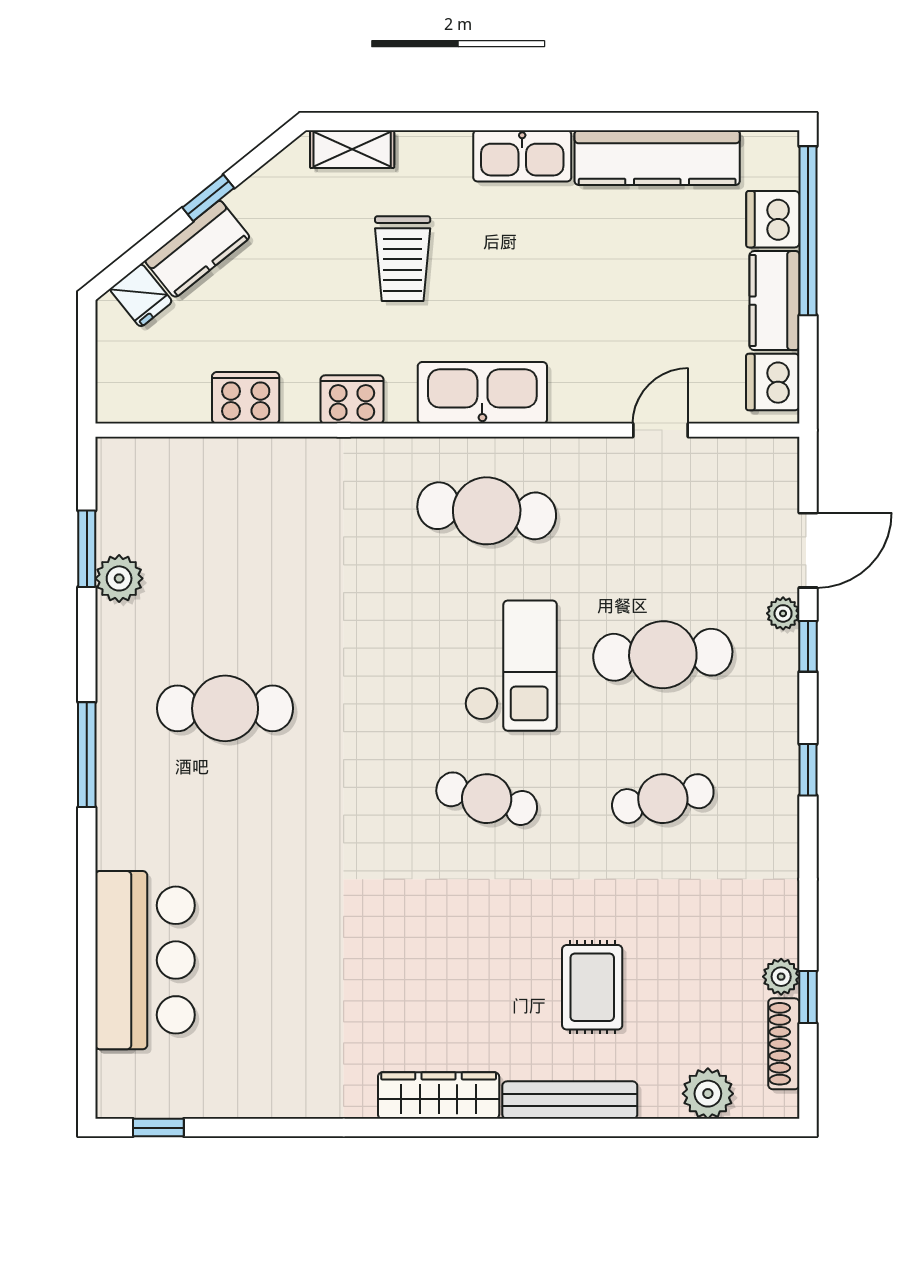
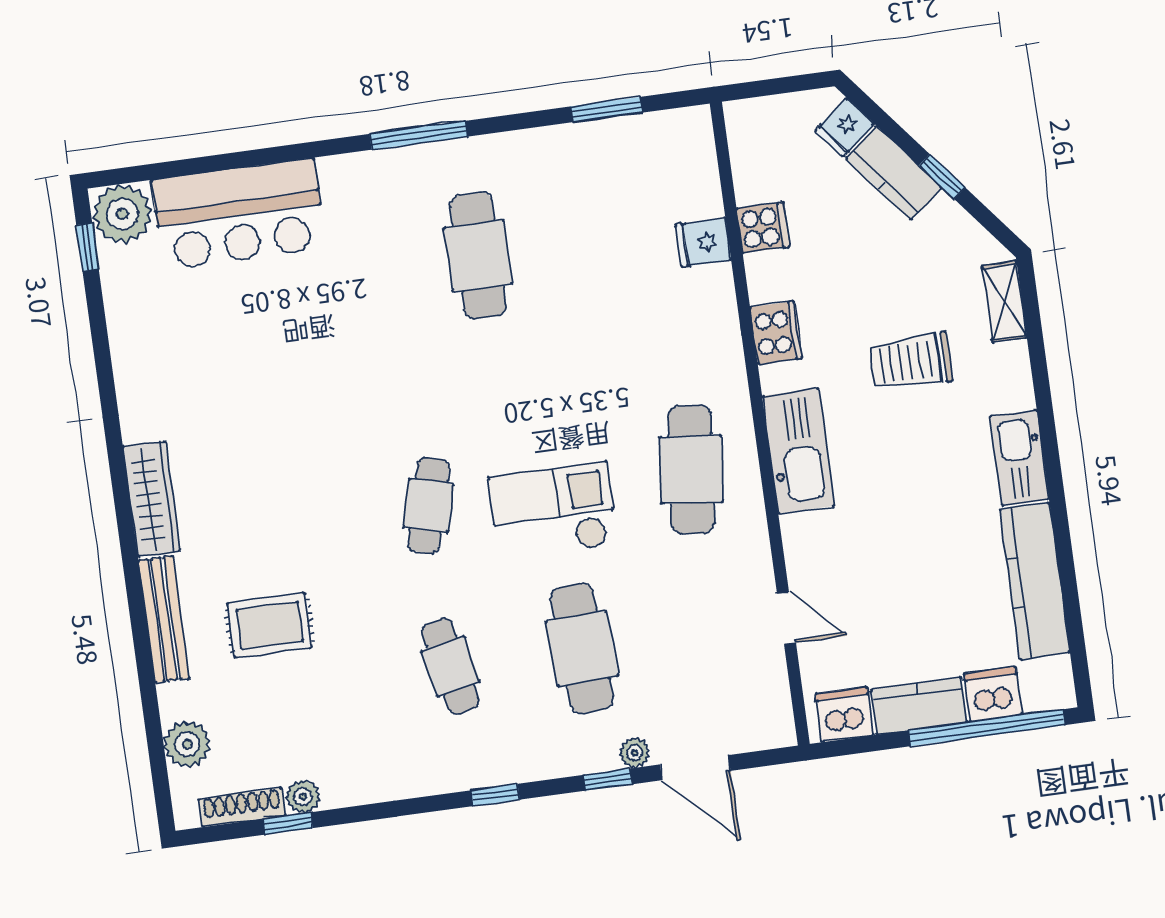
cooker: (246, 398) -> (763, 227), width x0.73
fridge: (244, 464) -> (703, 242), added
plant: (119, 578) -> (122, 214), moved, width x1.36, depth x1.36
checkout: (511, 666) -> (553, 511), turned 180

